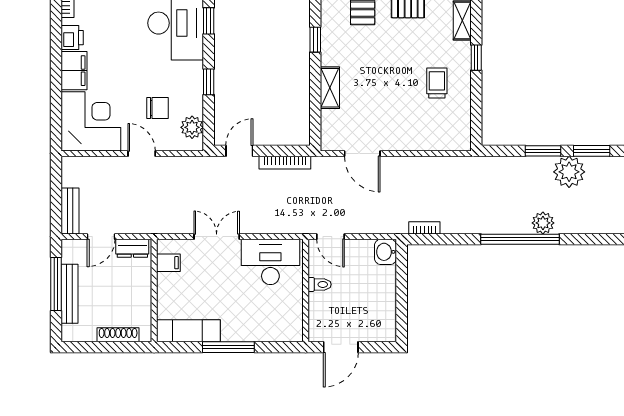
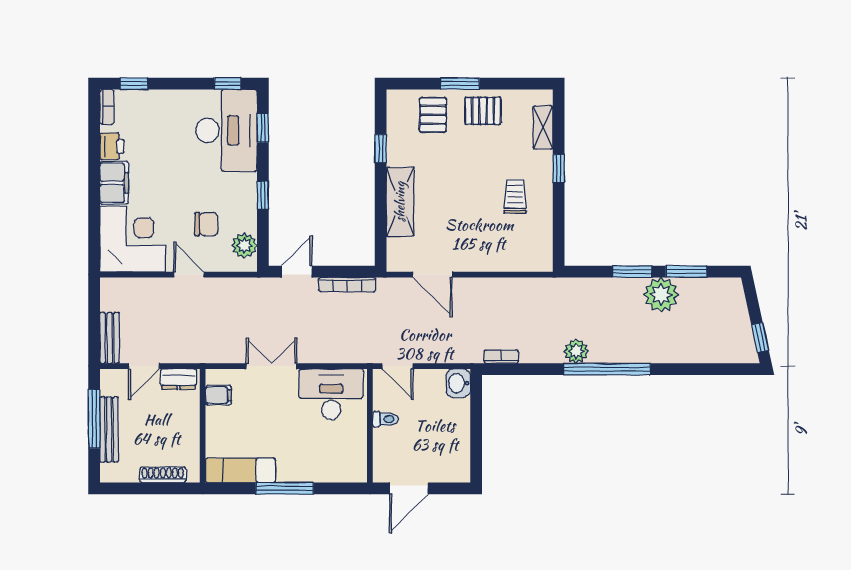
shelving: (330, 88) -> (400, 202), width x1.50, depth x1.33
plant: (543, 223) -> (576, 351), moved

